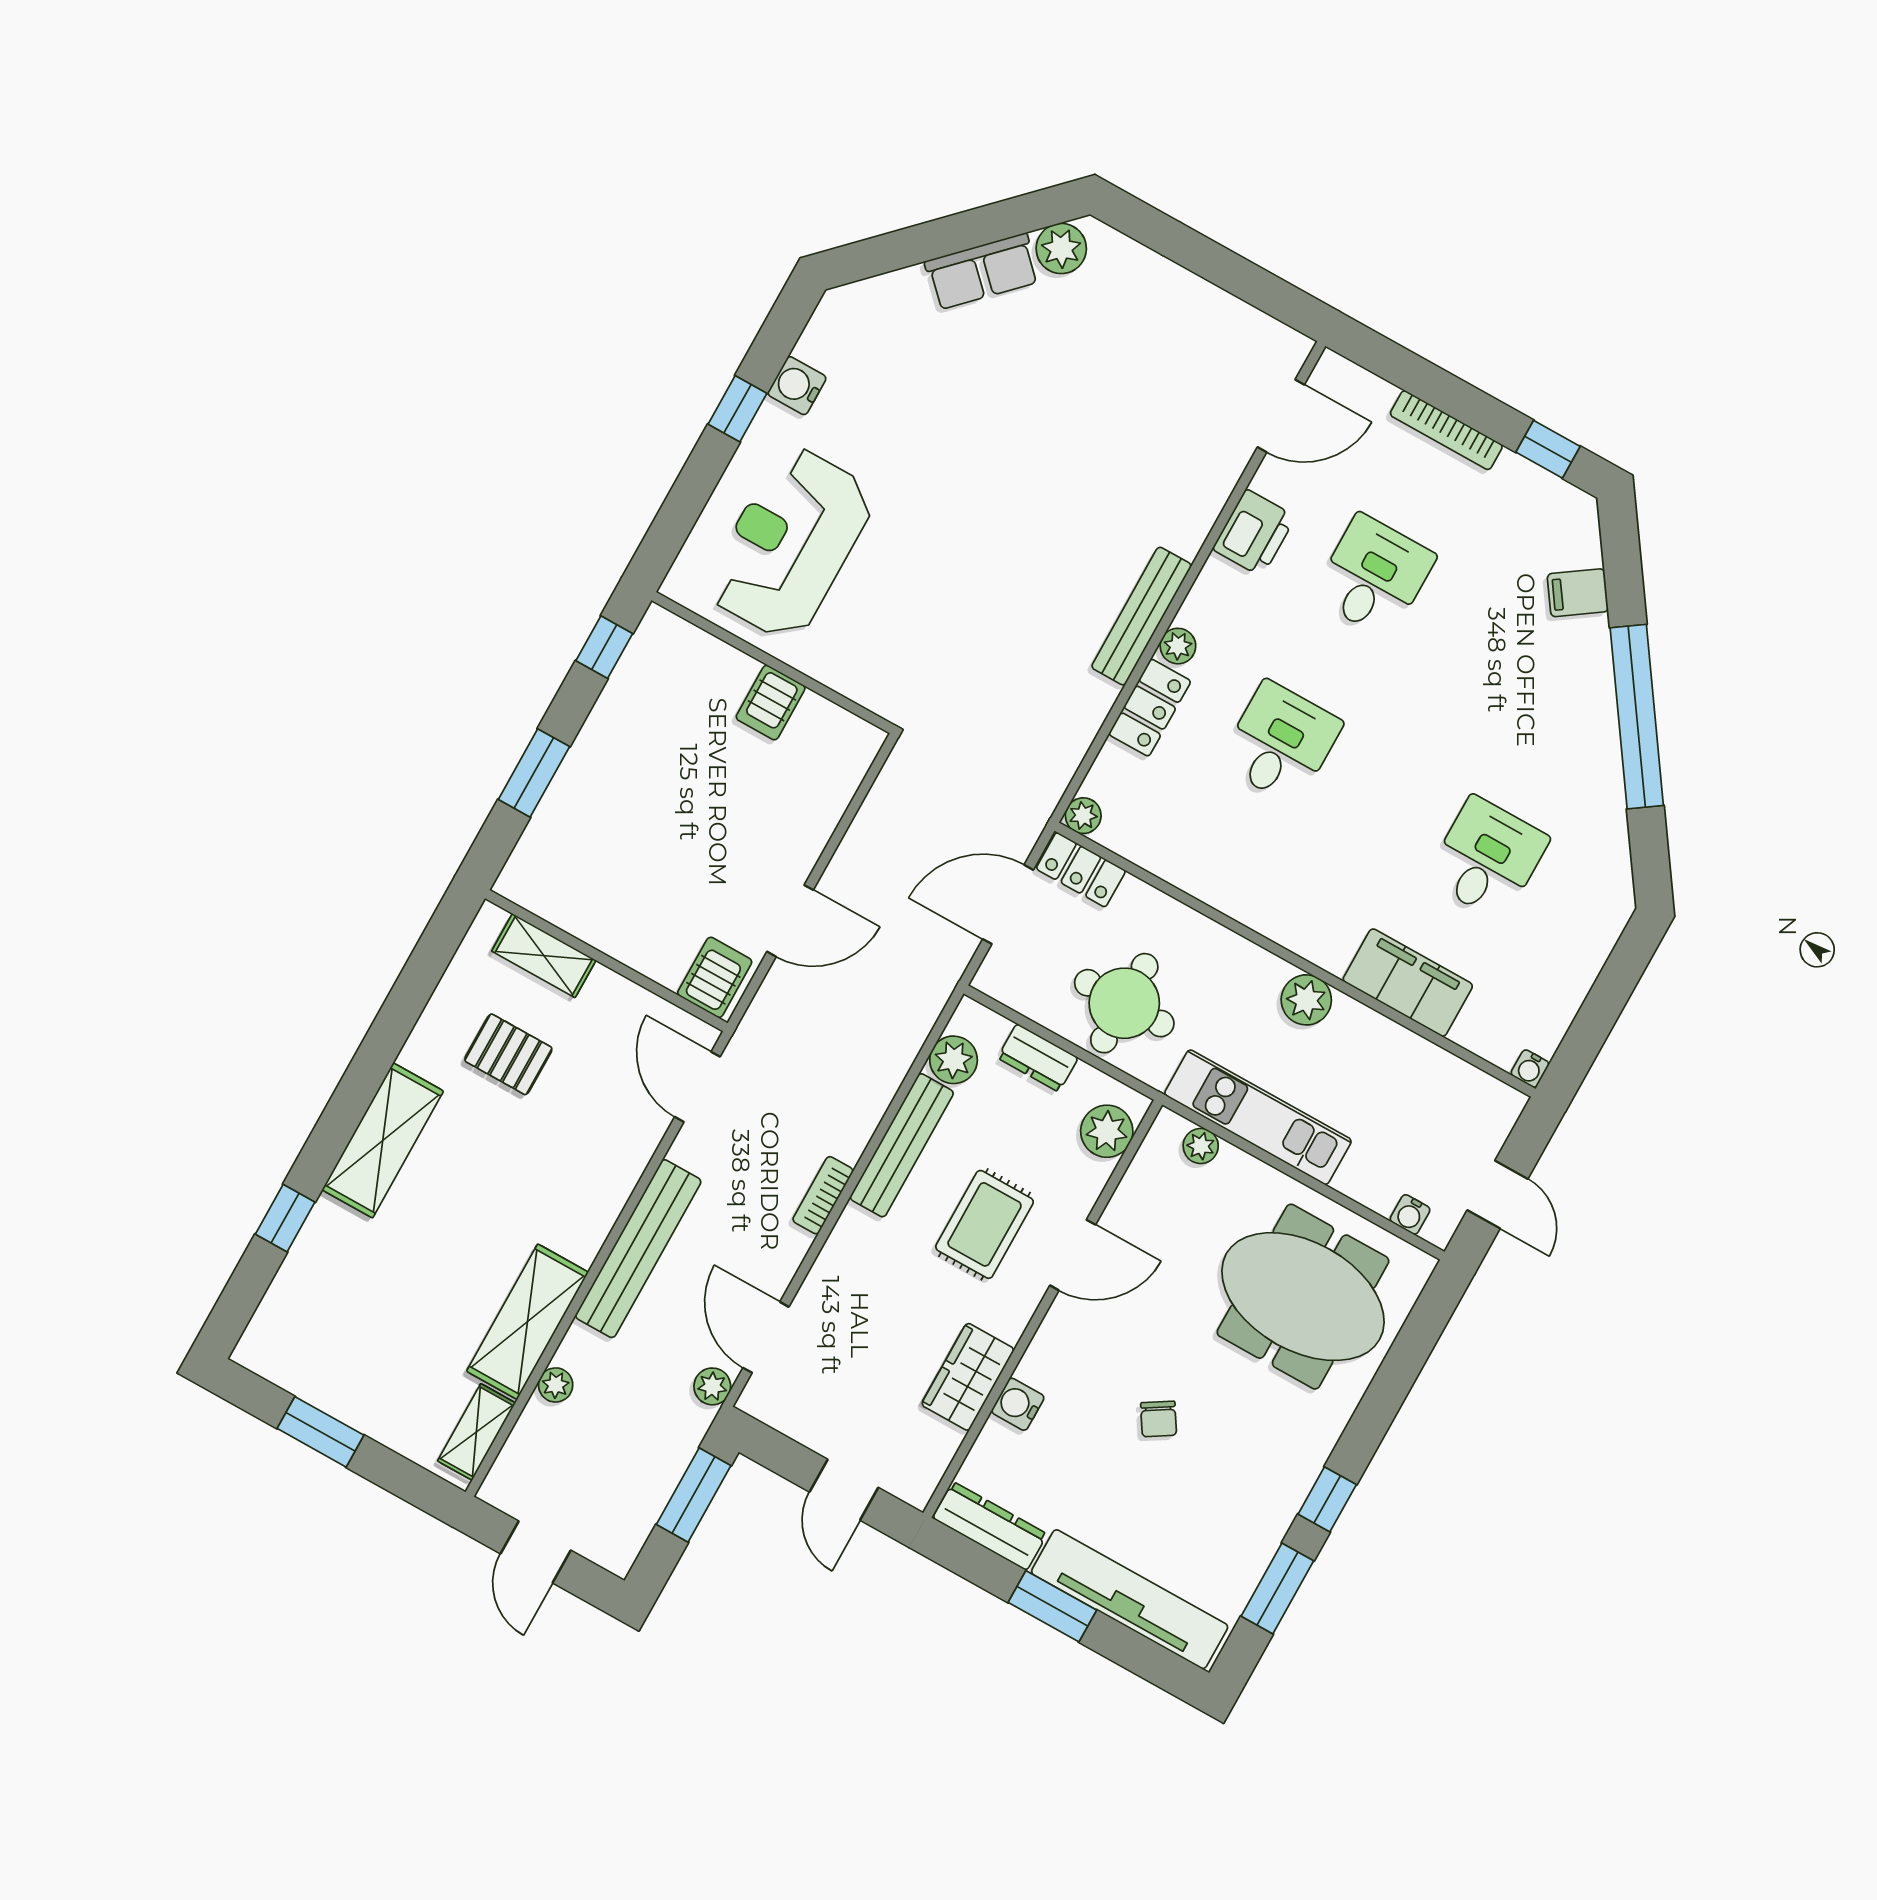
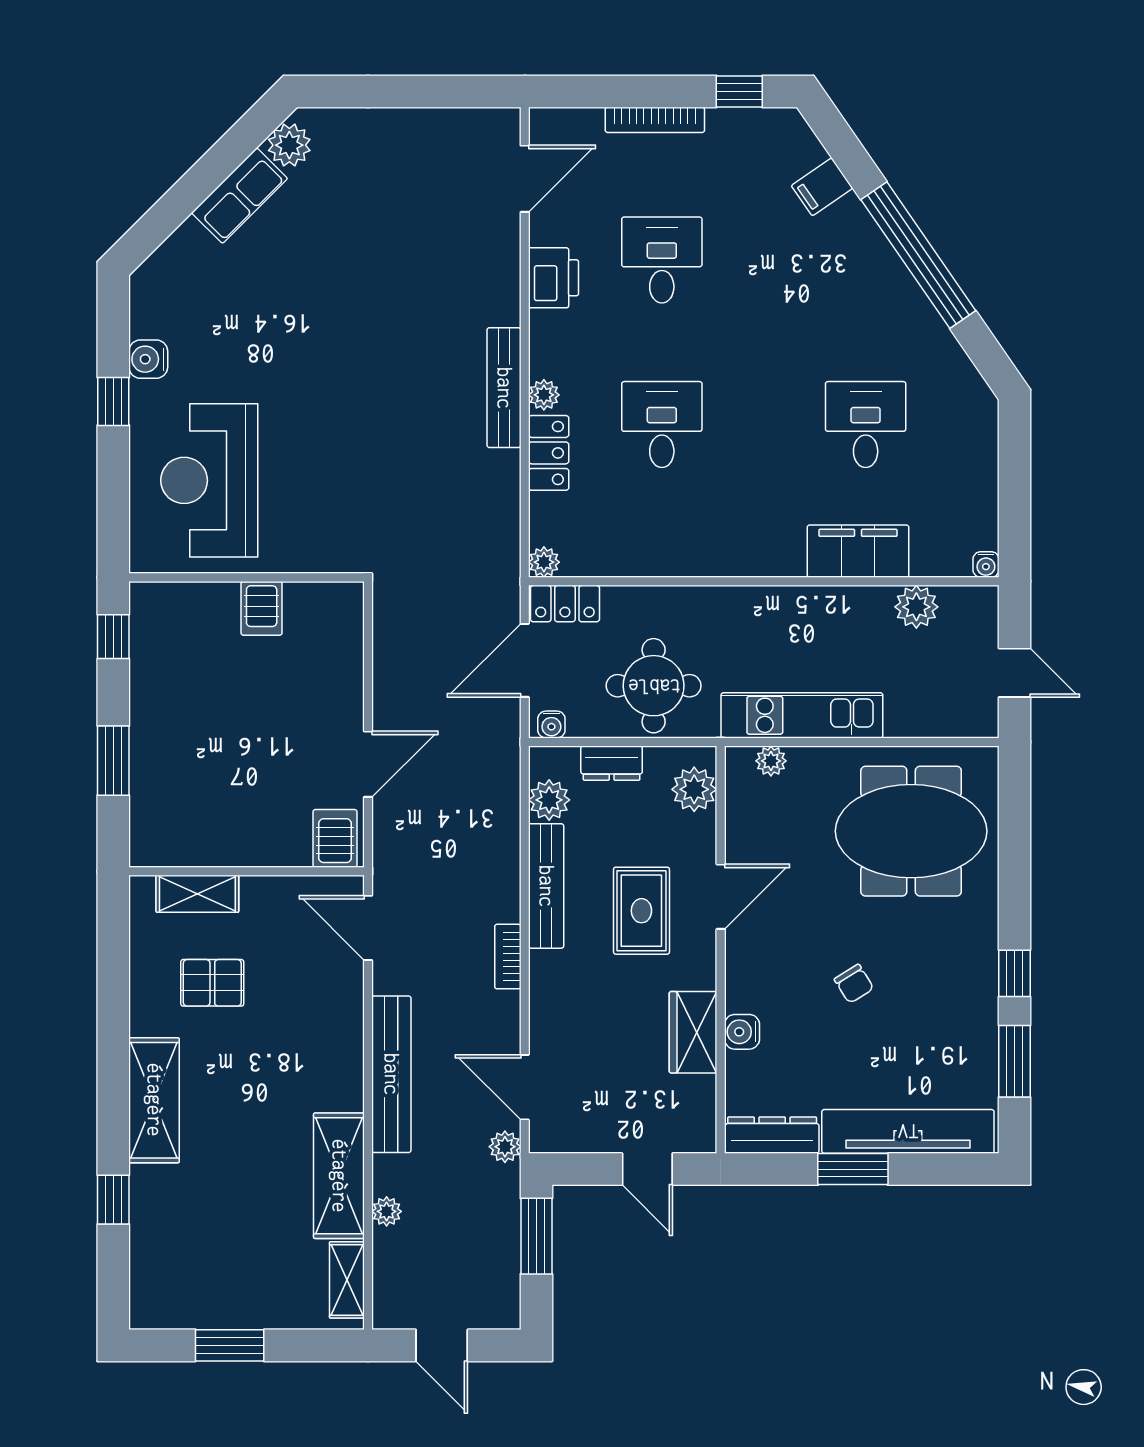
plant: (1306, 1000) -> (916, 607), moved
water cooler: (1410, 1214) -> (551, 724), moved

